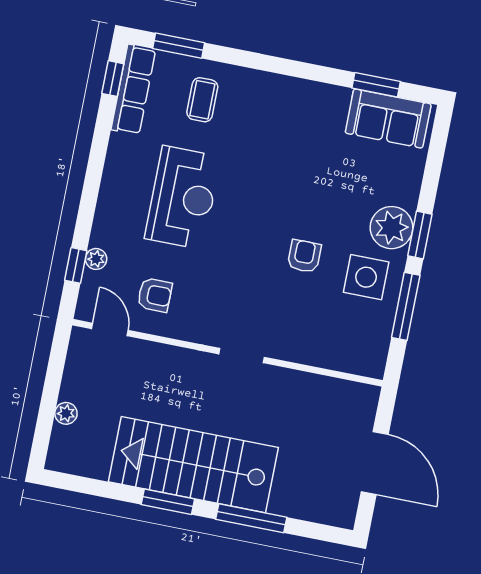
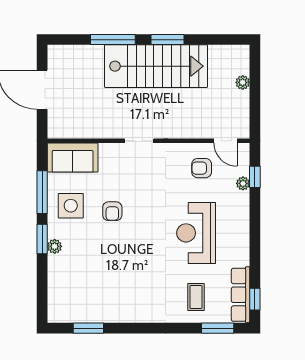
sofa: (388, 118) -> (73, 157), moved, turned 180
plant: (391, 228) -> (55, 246), width x0.53, depth x0.53

